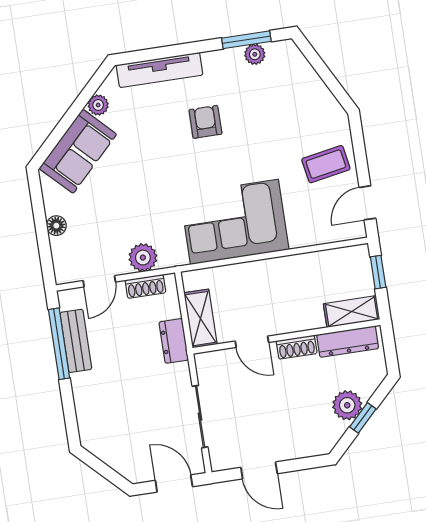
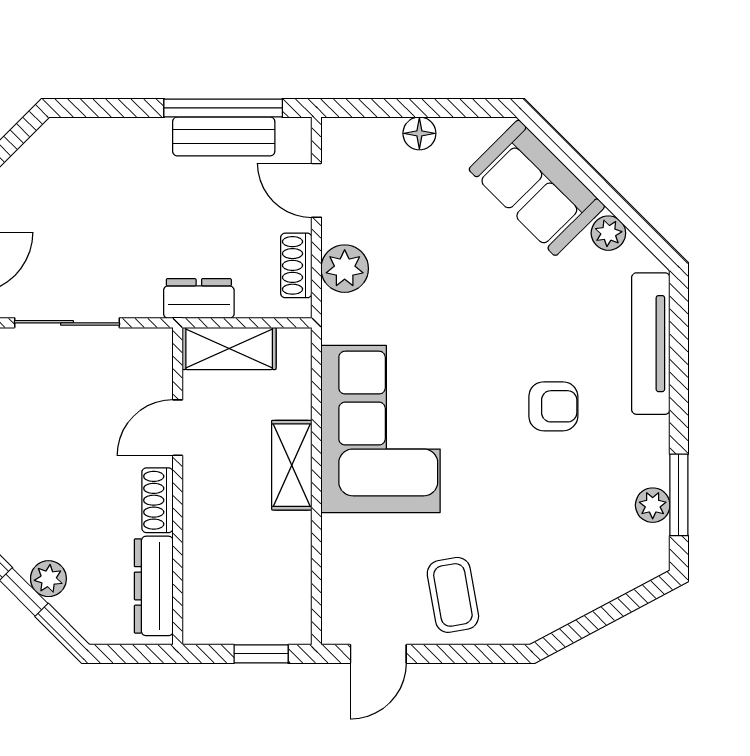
door: (367, 203) -> (378, 654), swing flipped
shelving: (352, 312) -> (292, 465), moved
plant: (347, 405) -> (48, 579), width x0.73, depth x0.73

